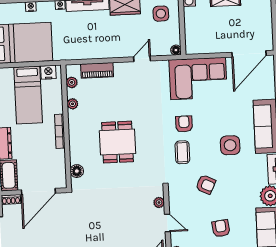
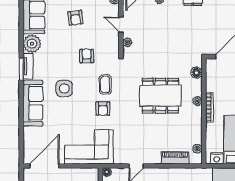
plant: (73, 104) -> (197, 101), moved
dining table: (118, 142) -> (160, 96), width x1.38
armchair: (206, 184) -> (87, 56), turned 64

